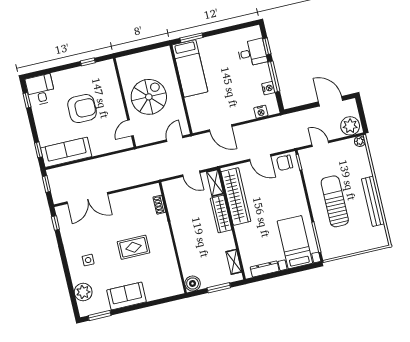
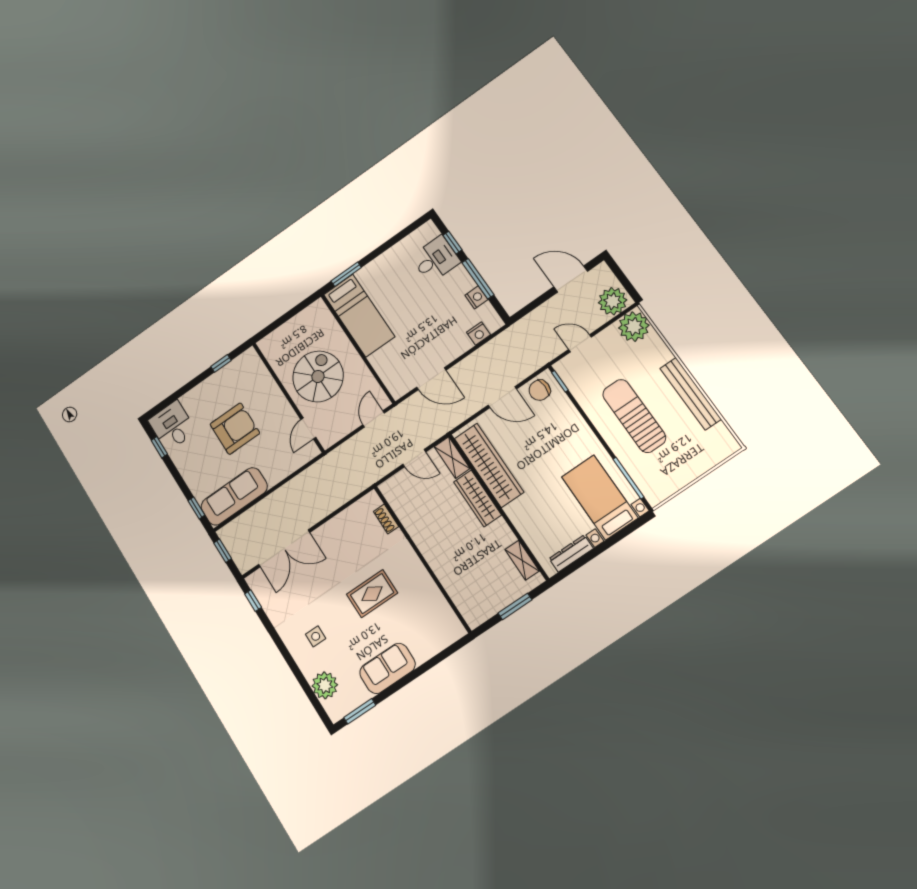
plant: (360, 141) -> (634, 327), width x1.88, depth x1.88
boiler: (193, 284) -> (475, 615), removed

